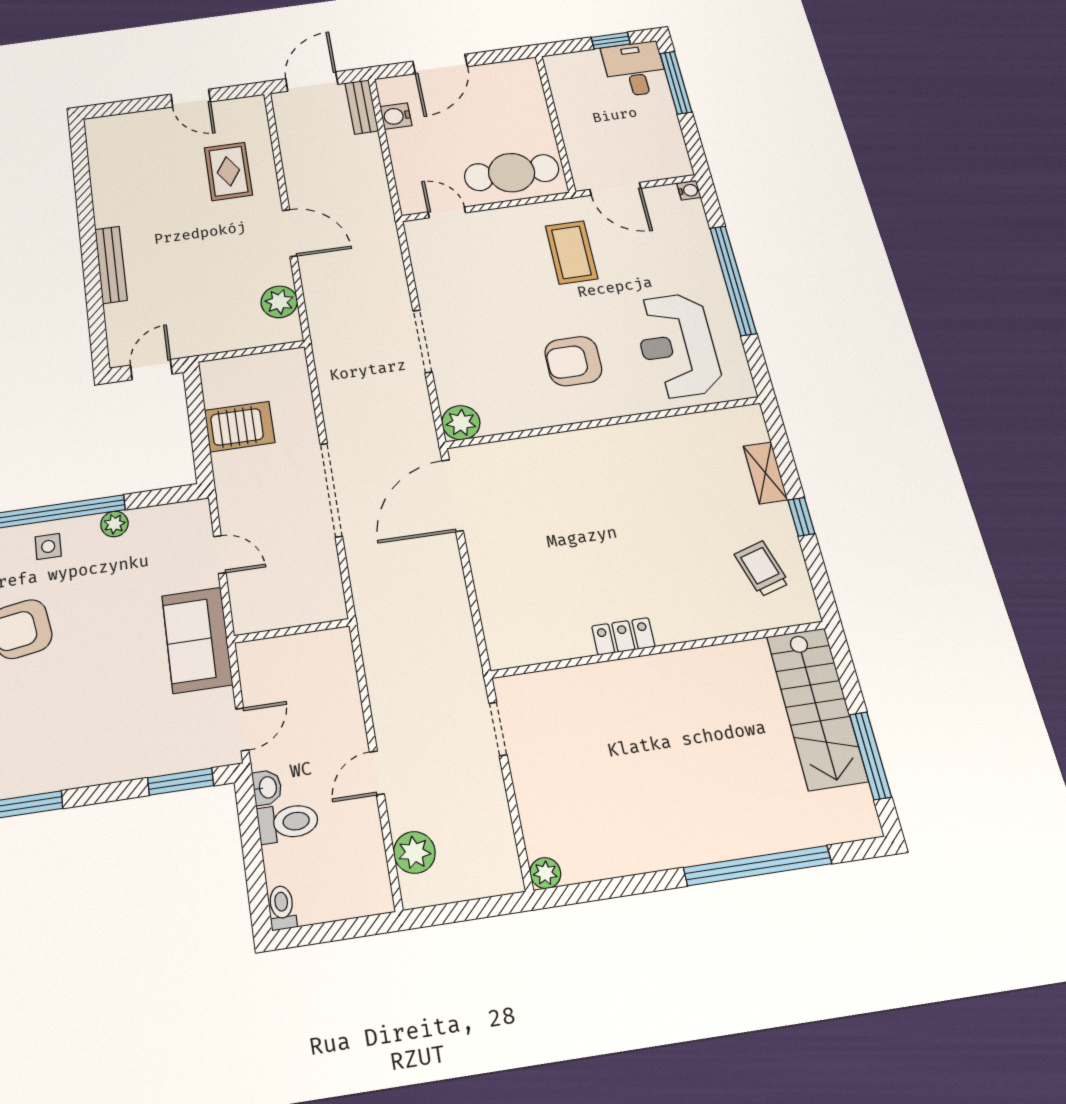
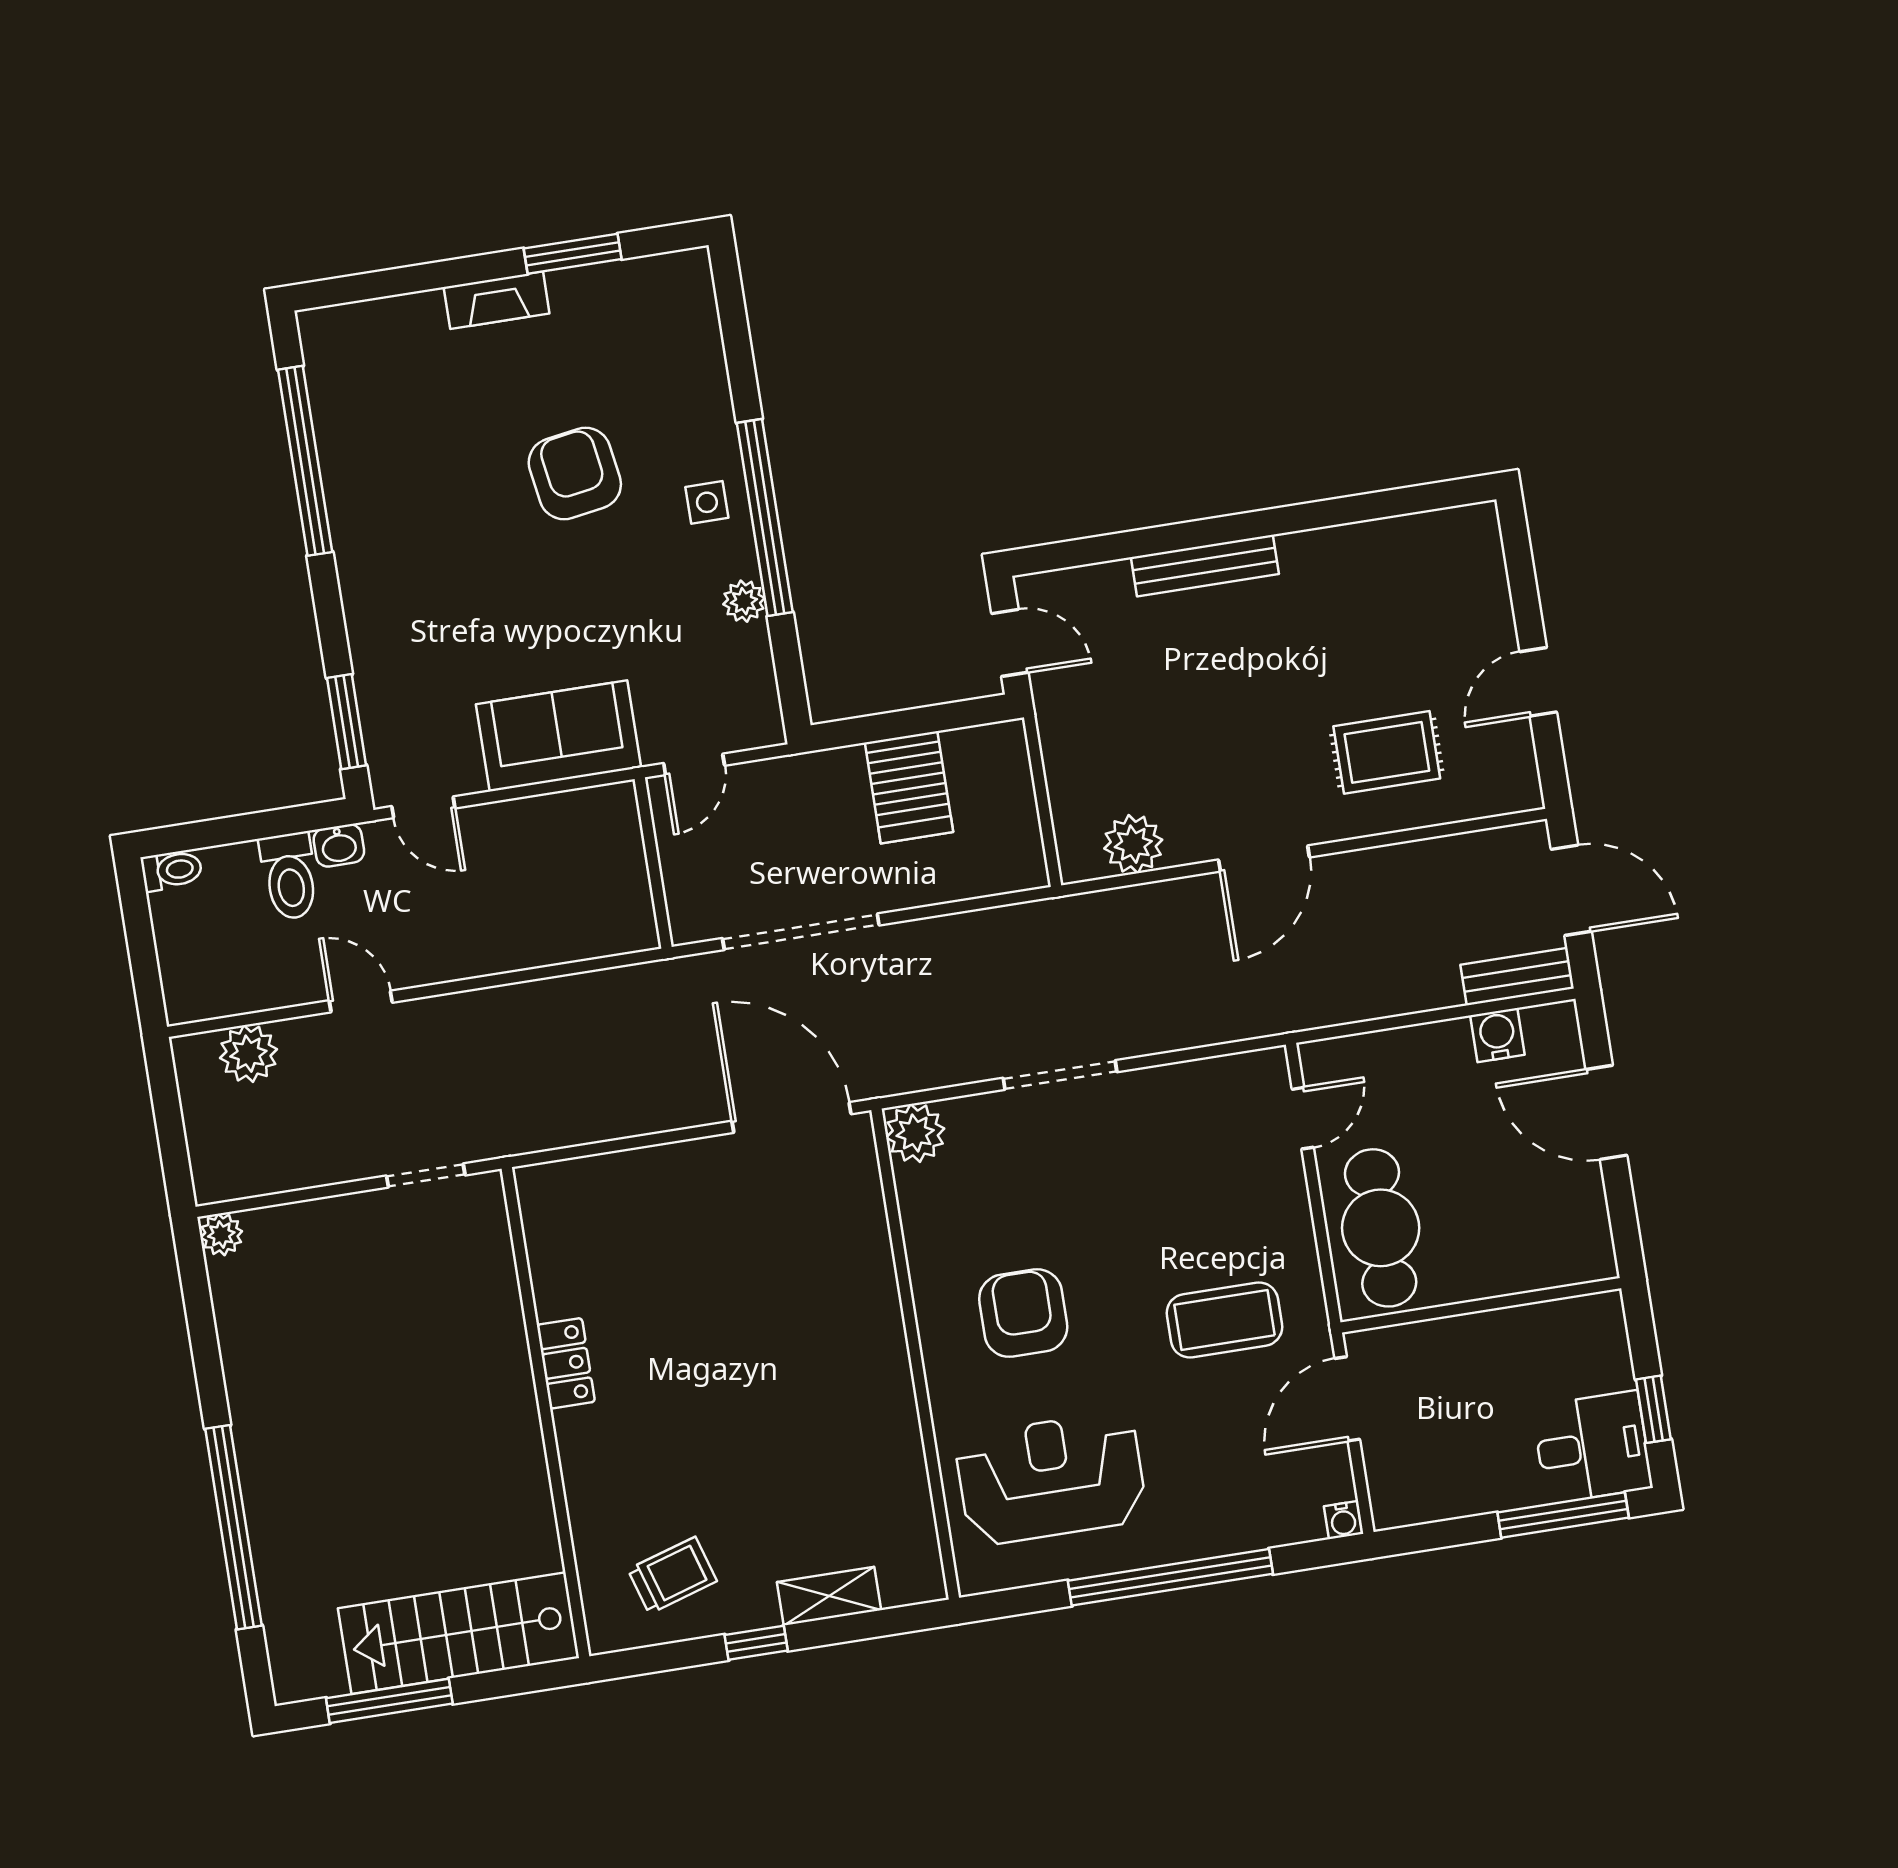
wall: (292, 631) -> (653, 863), moved

